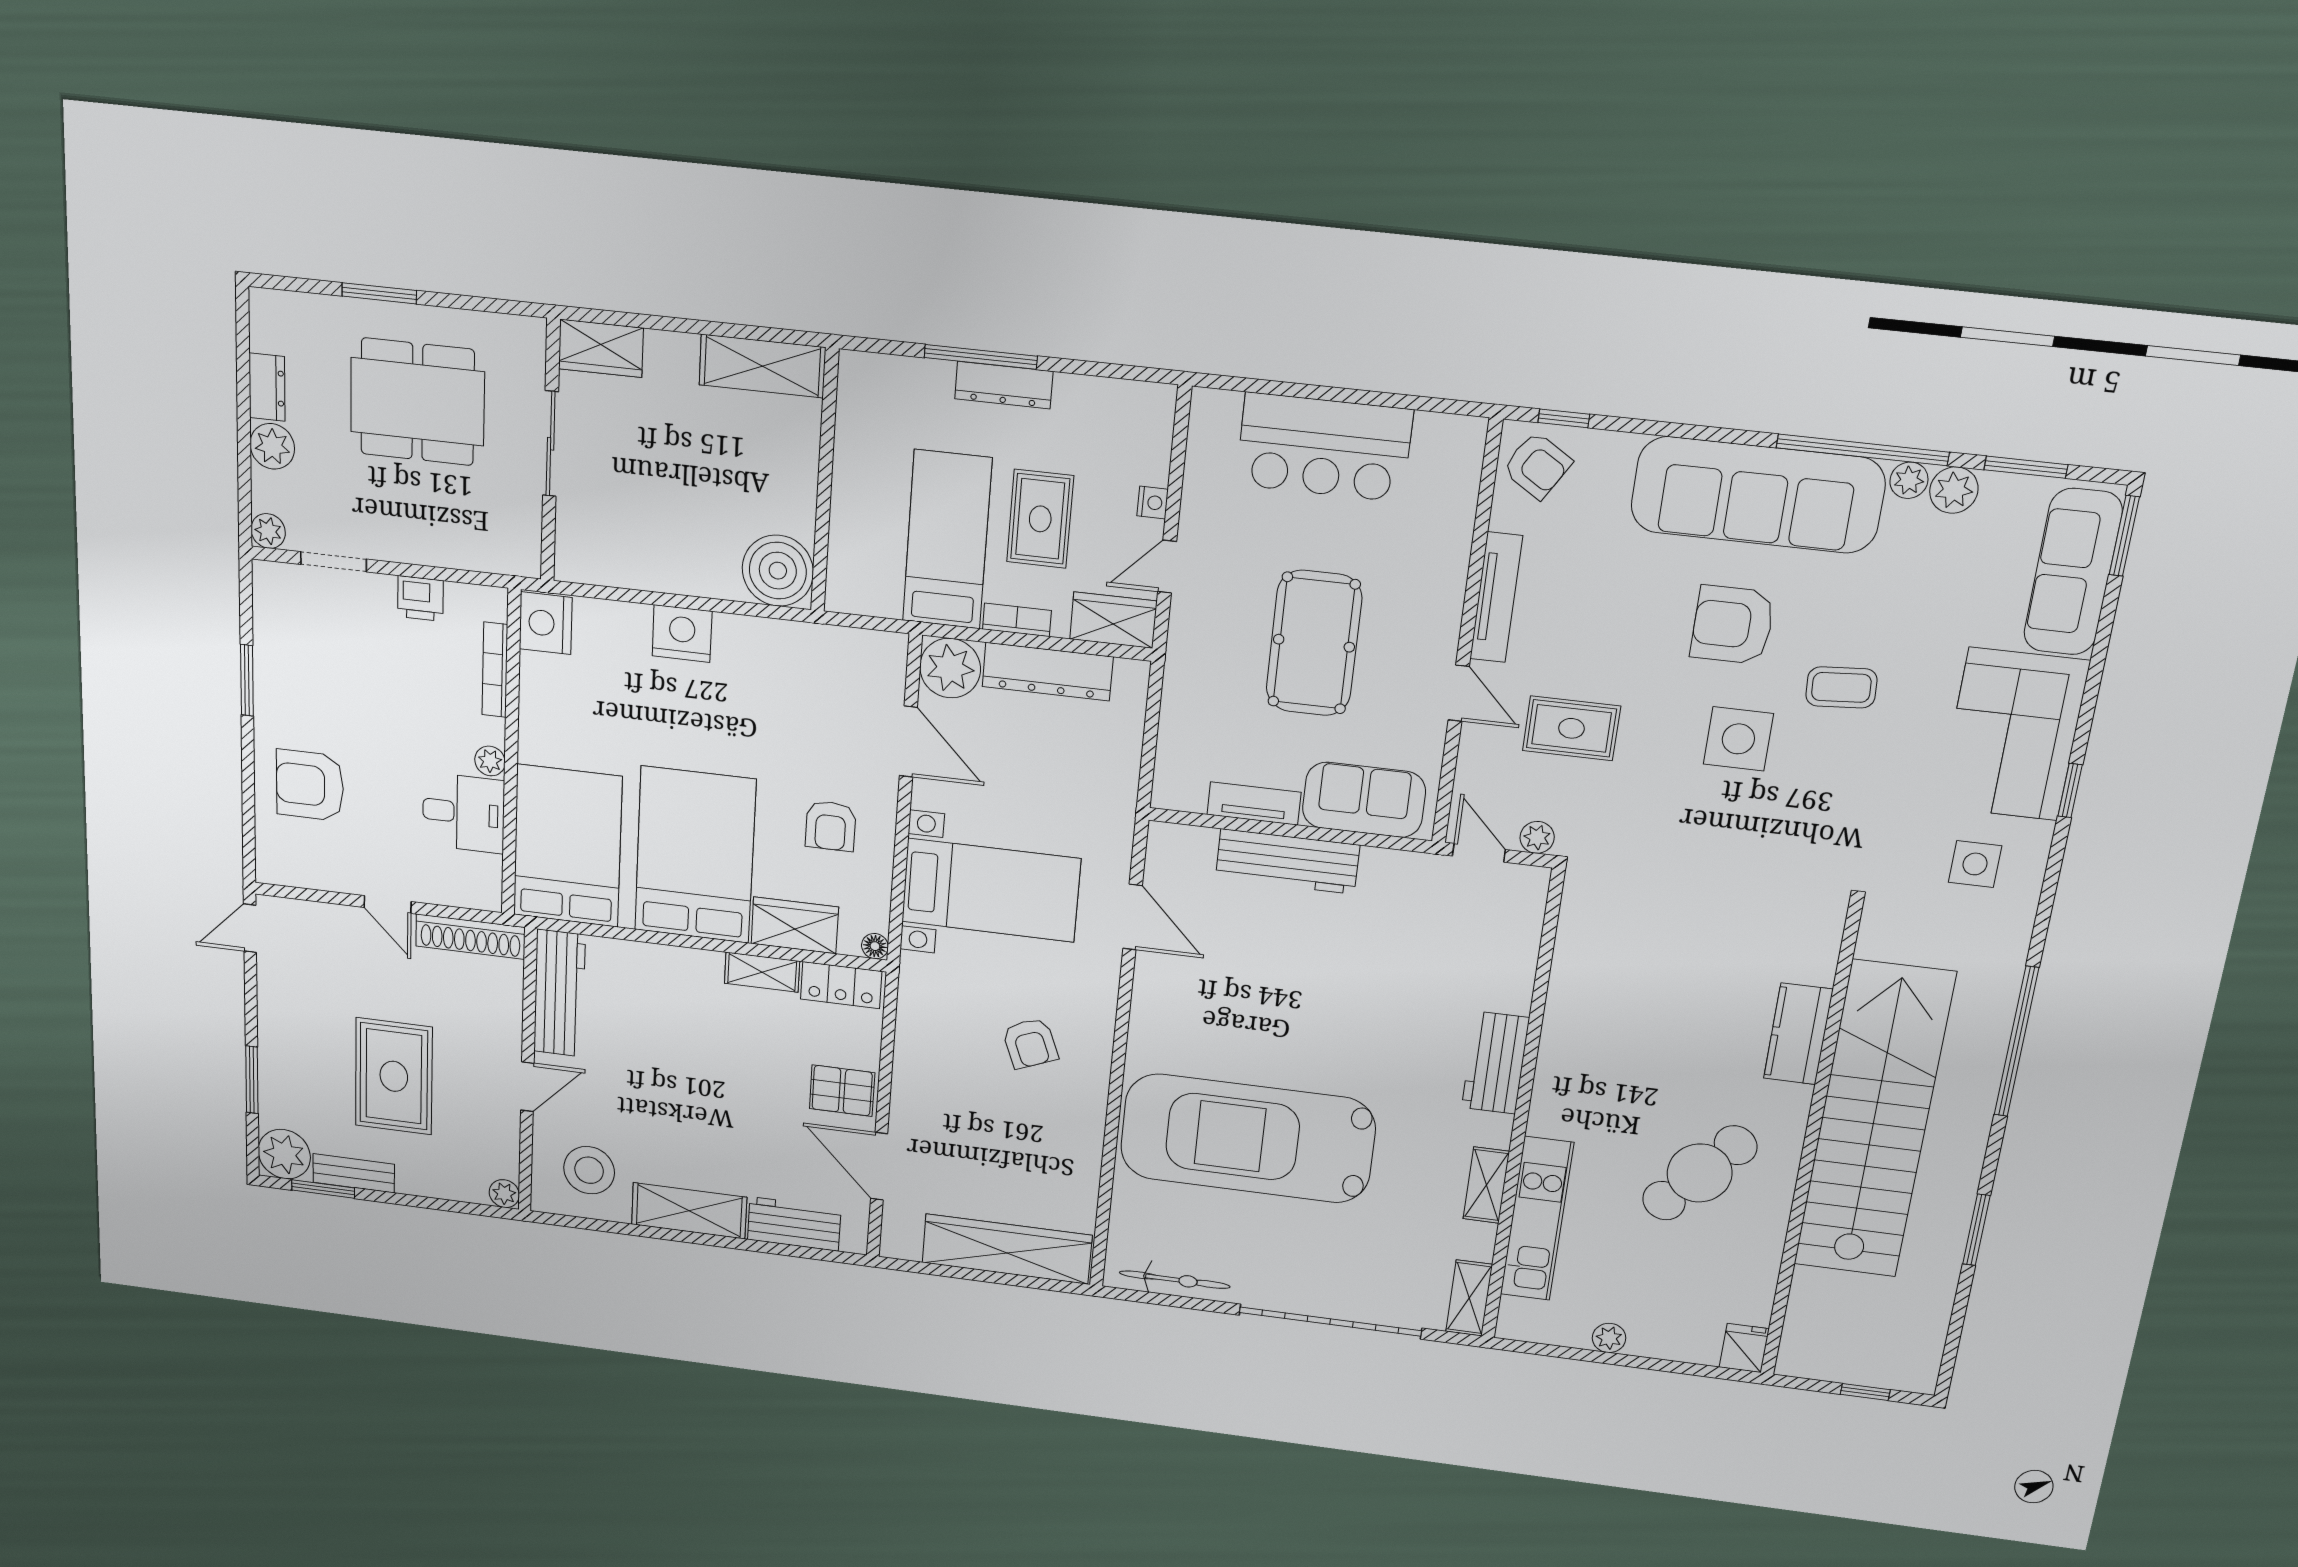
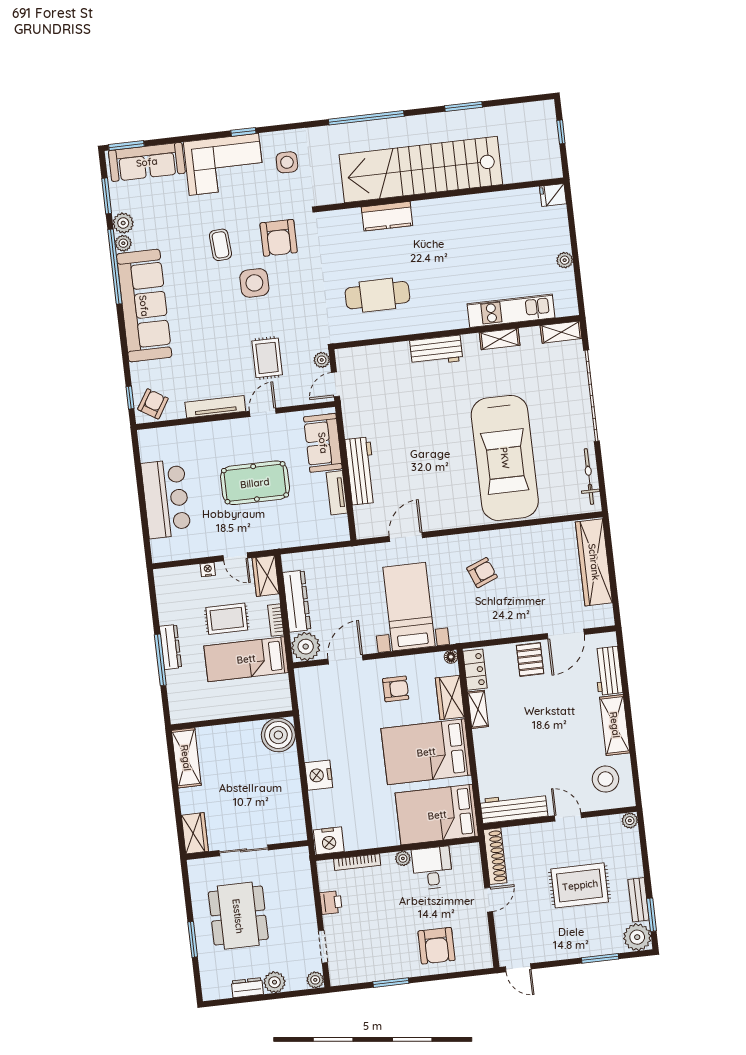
armchair: (1733, 625) -> (279, 238), moved
cafe table: (1700, 1173) -> (377, 295), moved, turned -41

